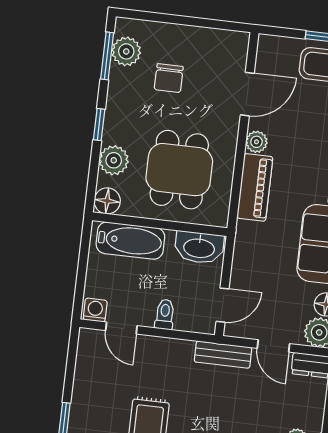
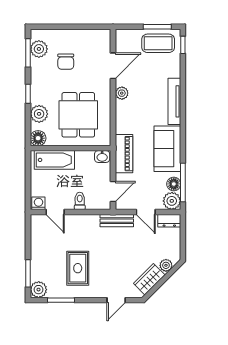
piano: (255, 187) -> (124, 154), moved
washbasin: (199, 247) -> (102, 157), width x0.52, depth x0.69

